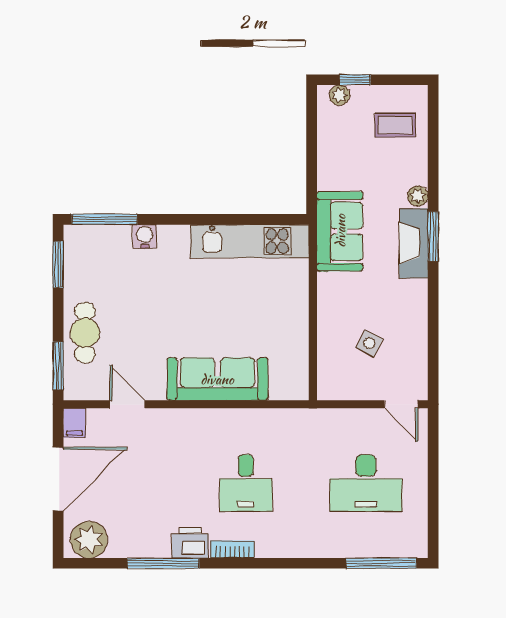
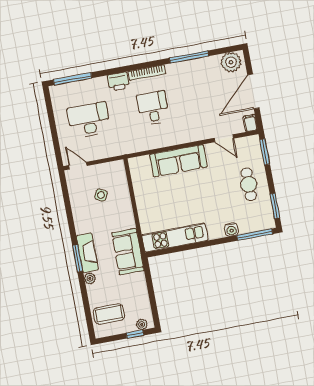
coffee table: (395, 125) -> (109, 314), width x1.36, depth x1.30
cafe table: (85, 333) -> (249, 184), moved
printer: (190, 543) -> (118, 81), moved
bookcase: (232, 549) -> (147, 73), width x1.56

